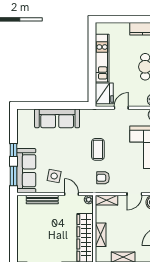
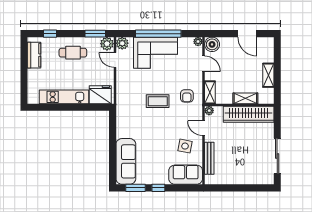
door: (121, 108) -> (115, 60), moved
sofa: (57, 118) -> (126, 161), moved
sofa: (26, 171) -> (186, 175), width x0.73
window: (13, 176) -> (136, 188), moved
door: (71, 194) -> (204, 128), hinge flipped

